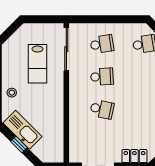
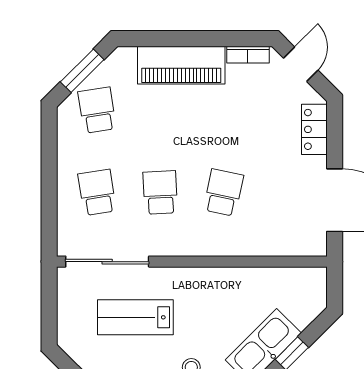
lab bench: (38, 64) -> (135, 317), turned 180

